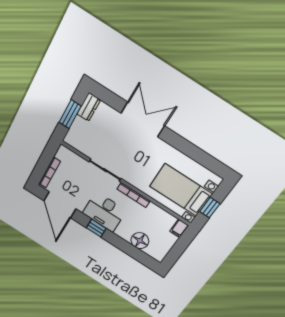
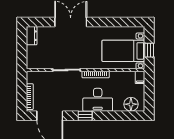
window: (70, 114) -> (22, 48), removed
desk: (104, 212) -> (98, 100), moved
floor lamp: (140, 241) -> (131, 104), moved

